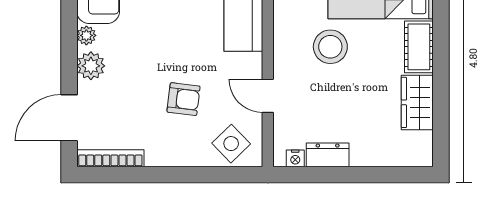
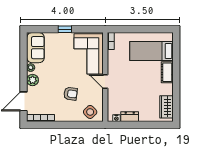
stool: (330, 47) -> (131, 72), removed
door: (268, 96) -> (105, 82), moved
wardrobe: (417, 102) -> (167, 107), moved

